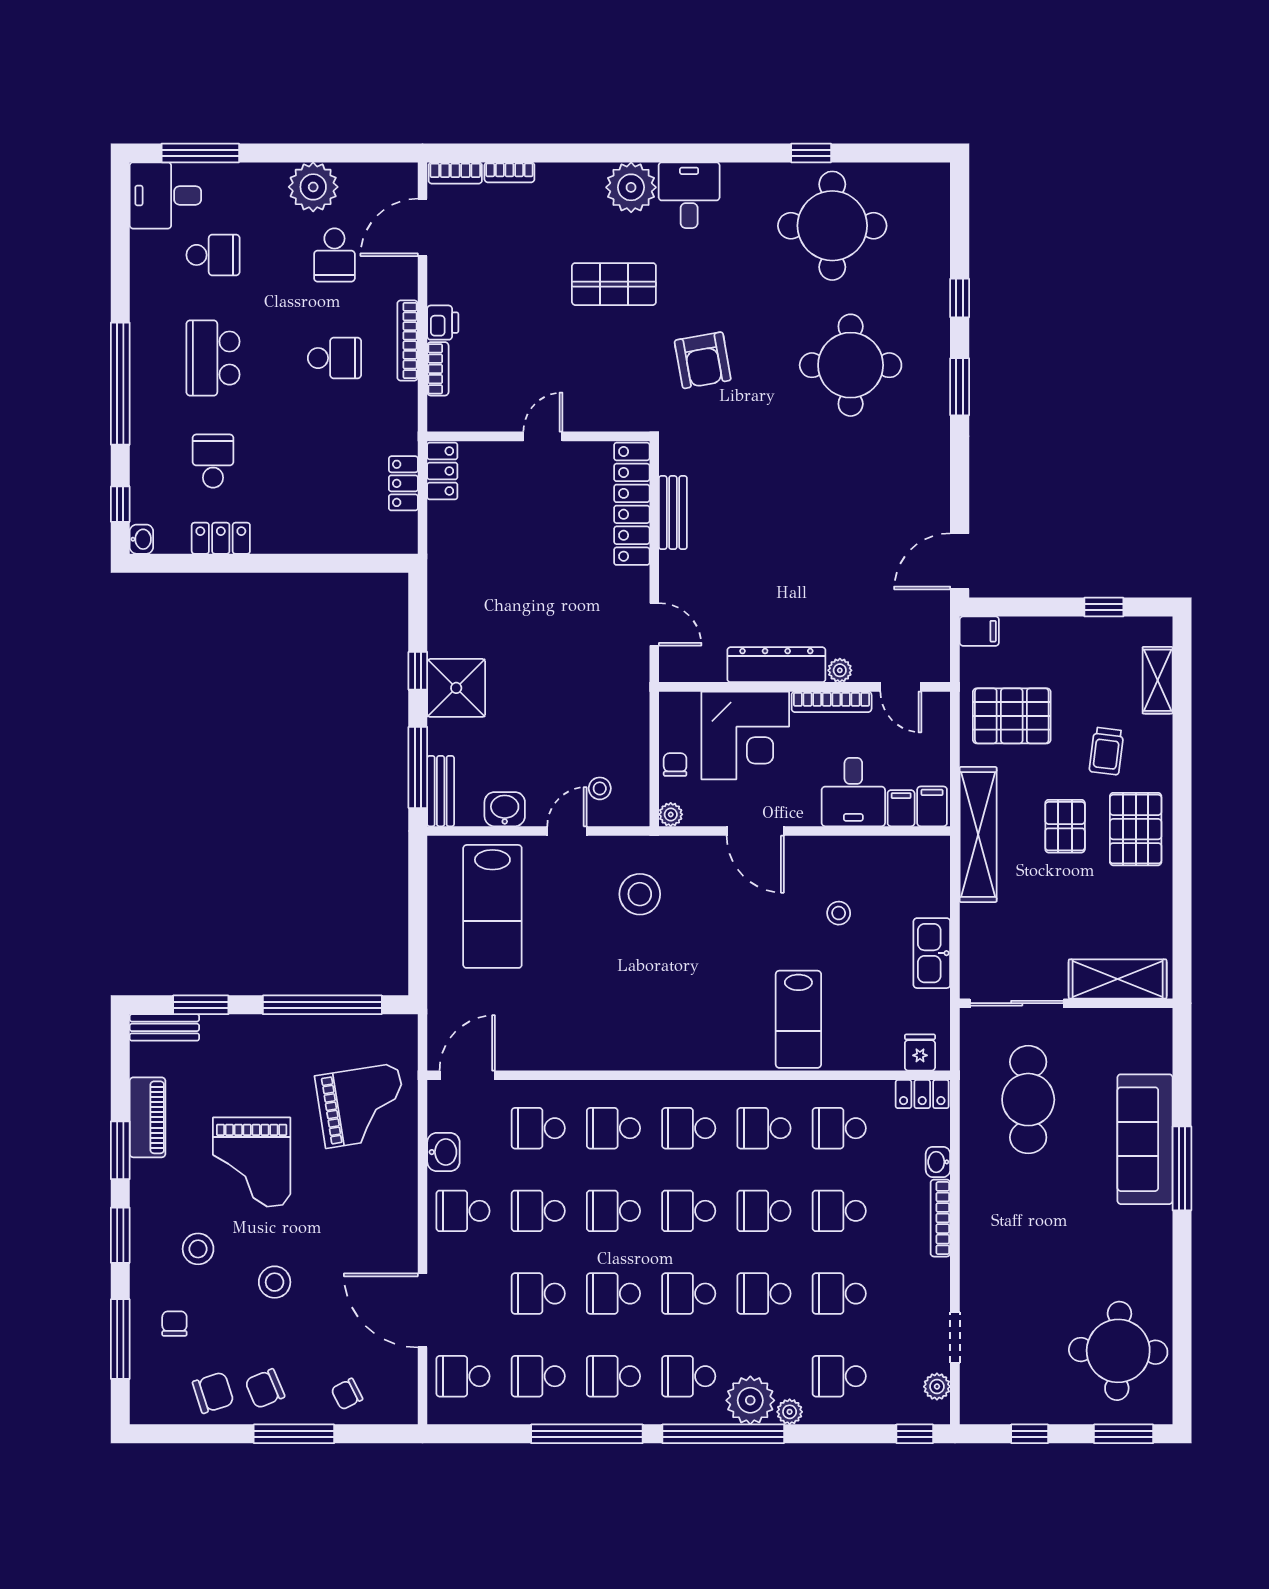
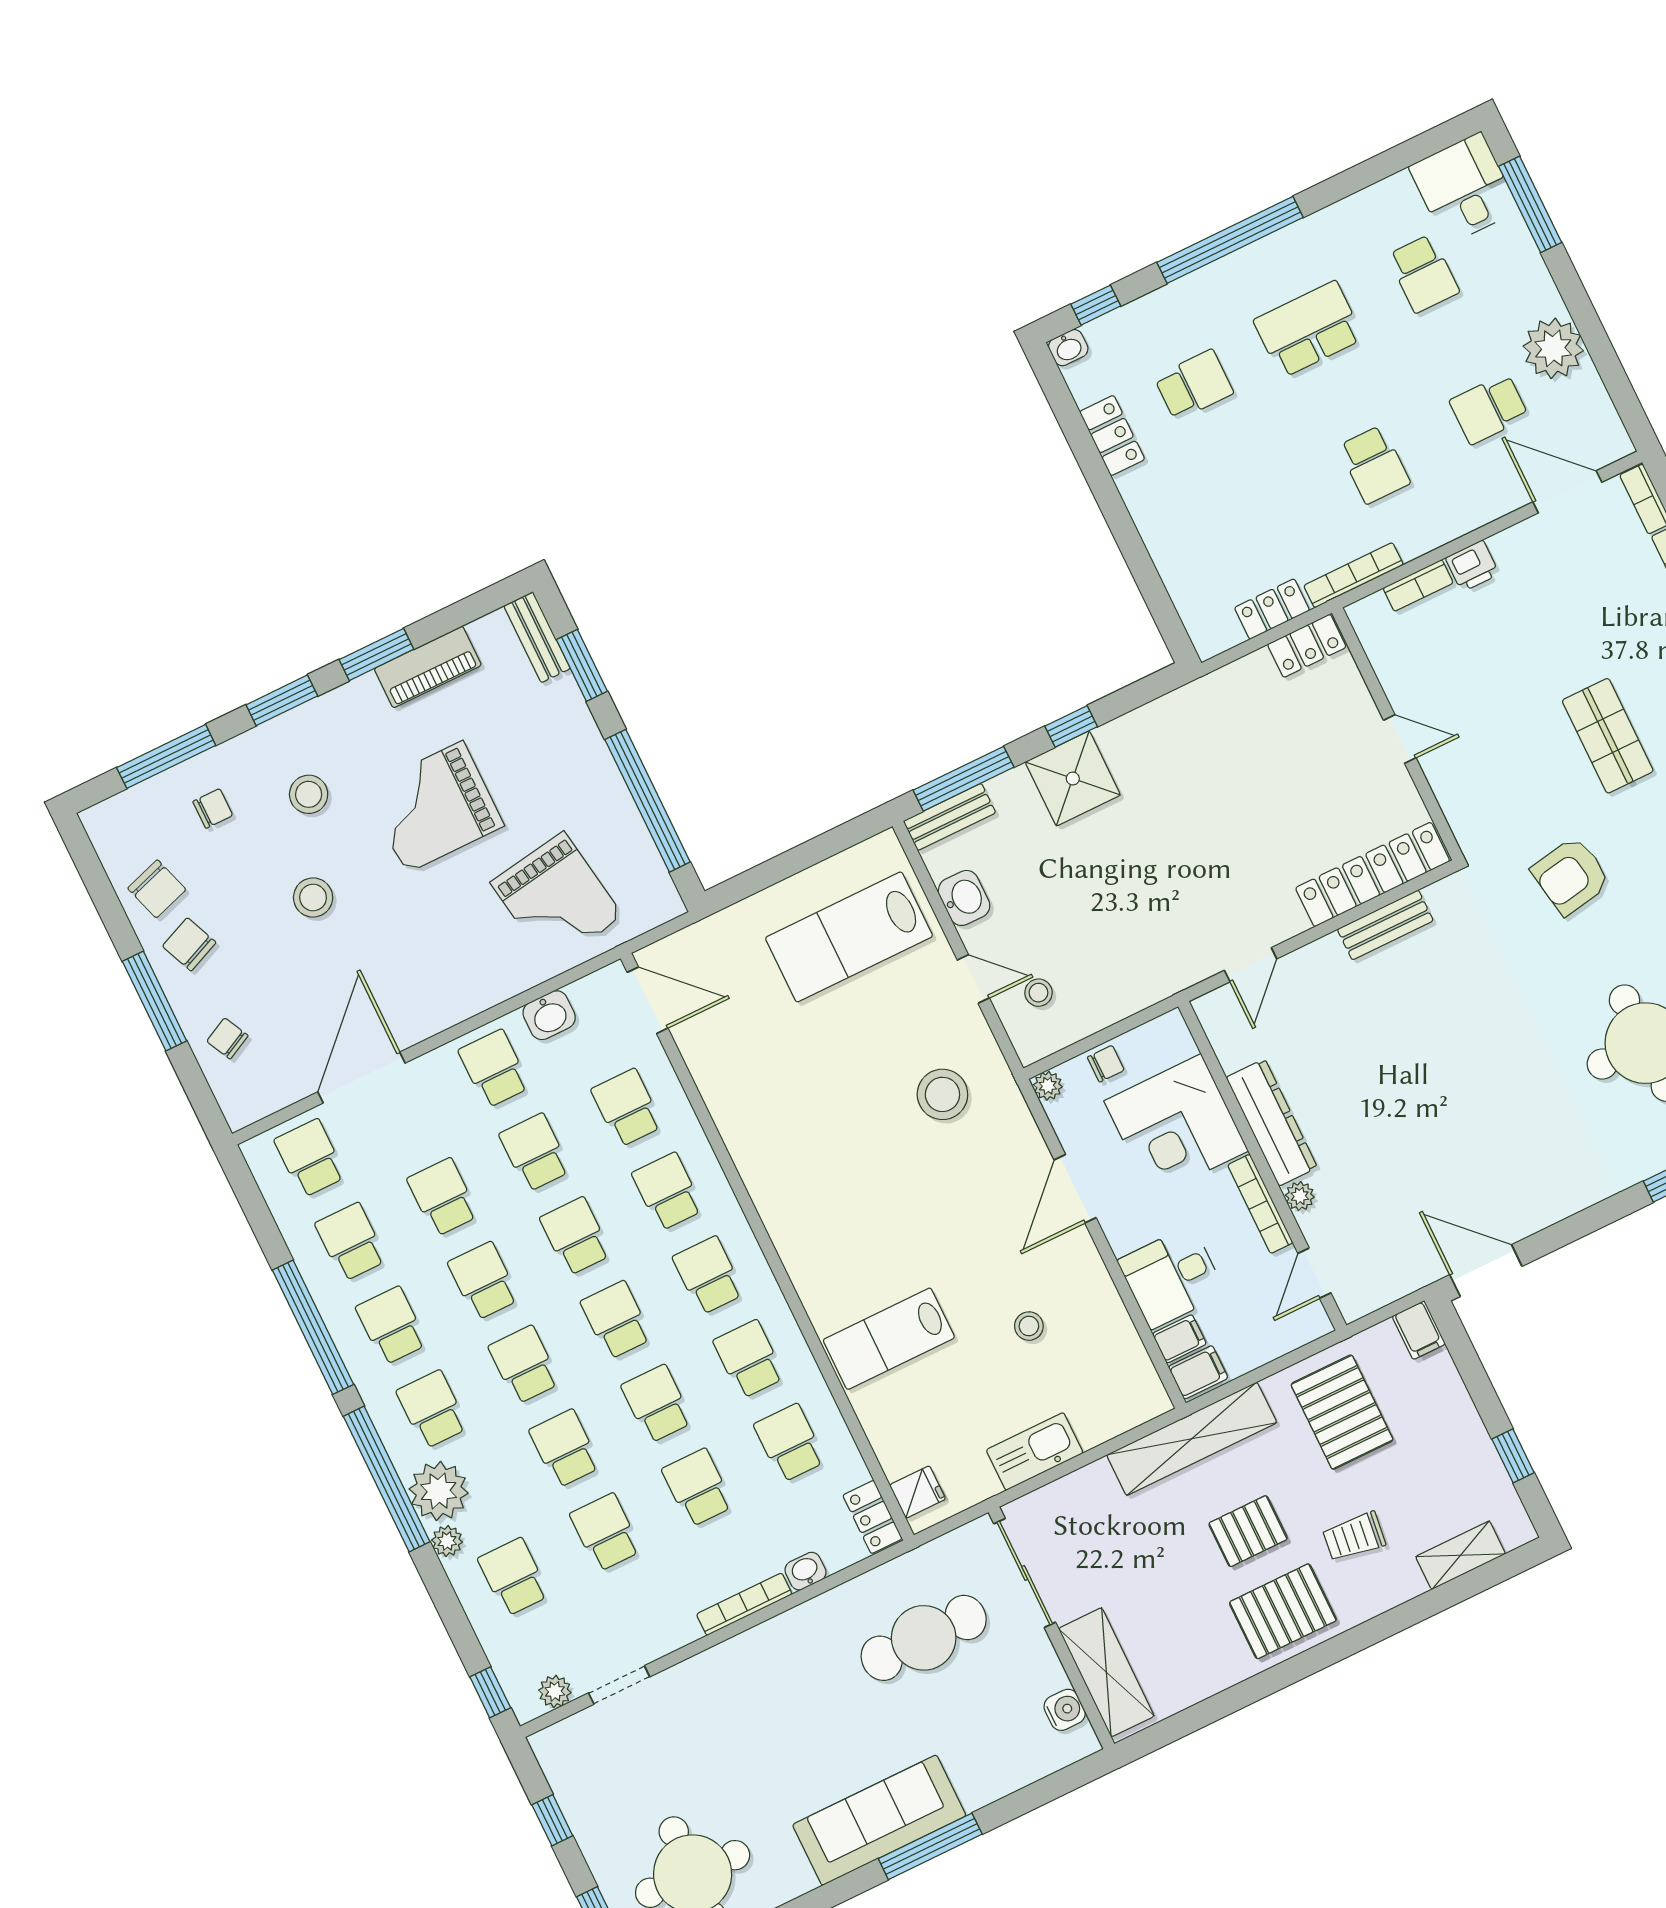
bookcase: (408, 340) -> (1354, 575), moved
water cooler: (1130, 1023) -> (1065, 1710), added
sofa: (1145, 1139) -> (879, 1820), moved

